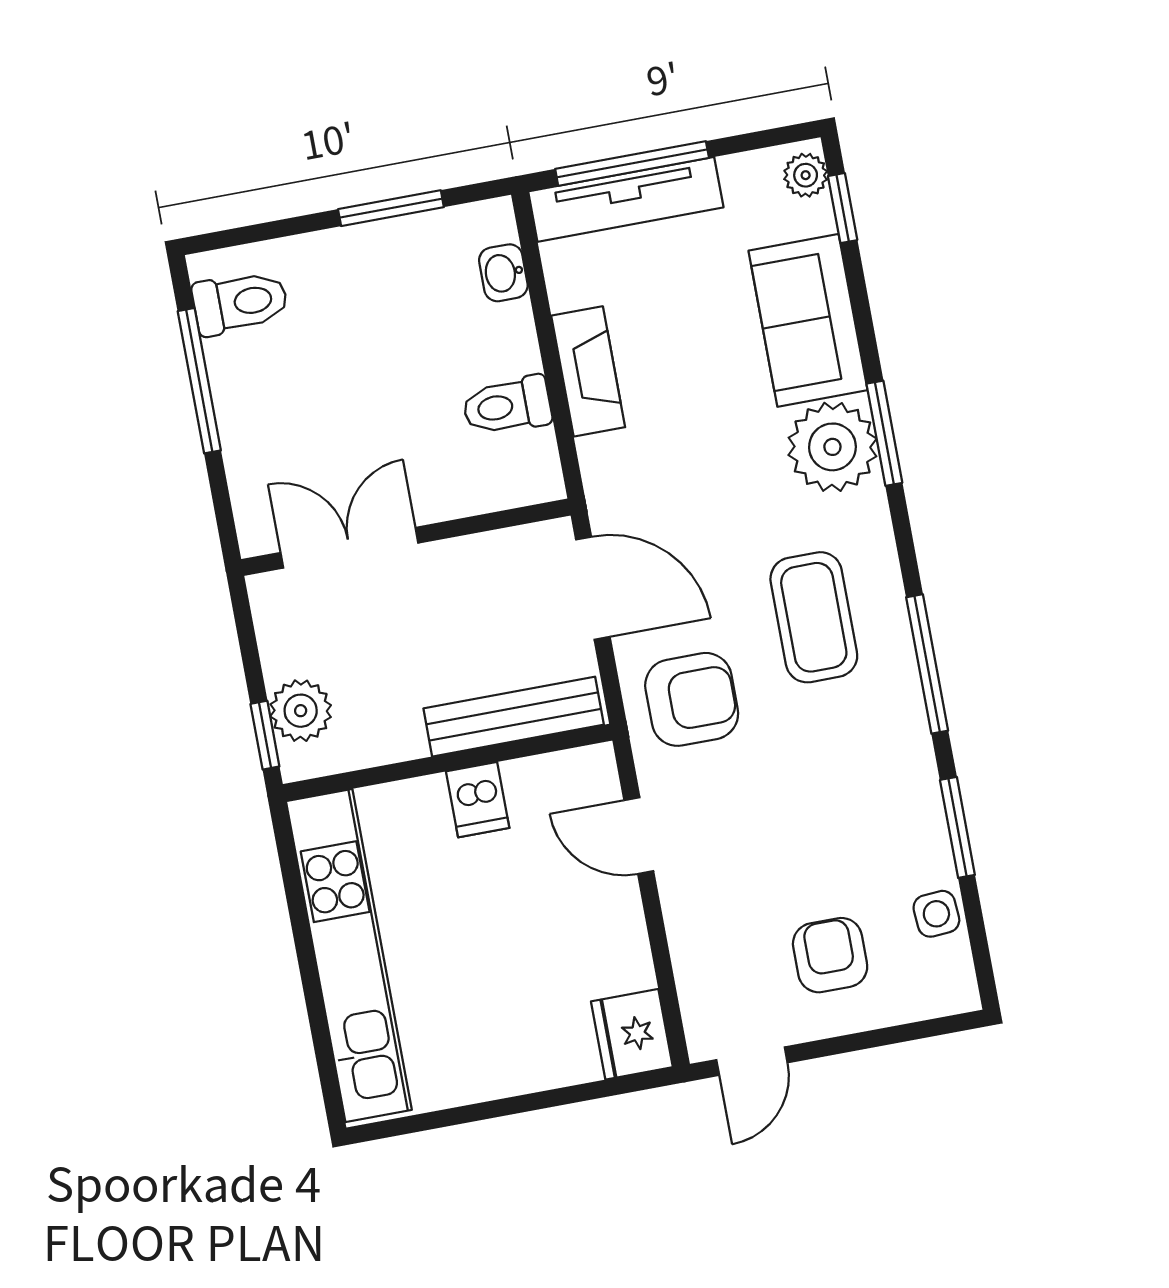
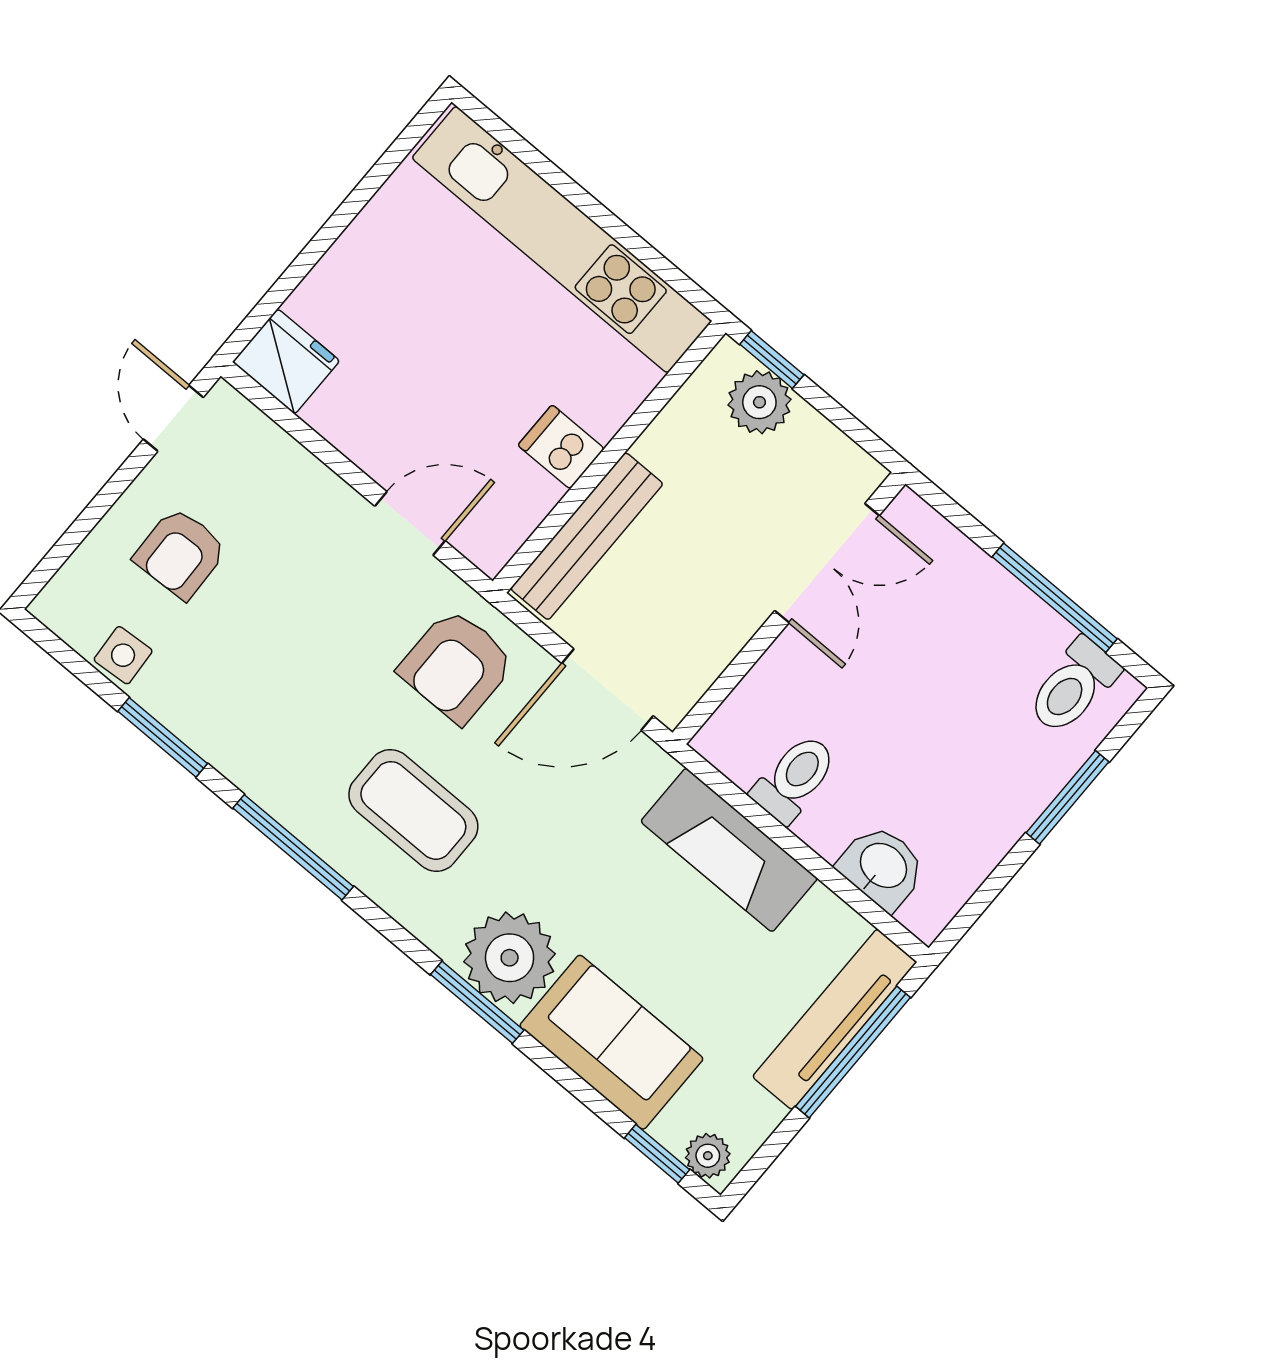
window: (391, 208) -> (1068, 797), moved
washbasin: (503, 273) -> (882, 867), width x1.38, depth x1.45
fireplace: (588, 371) -> (729, 850), width x1.37, depth x1.32
armchair: (830, 955) -> (180, 553), turned 88

